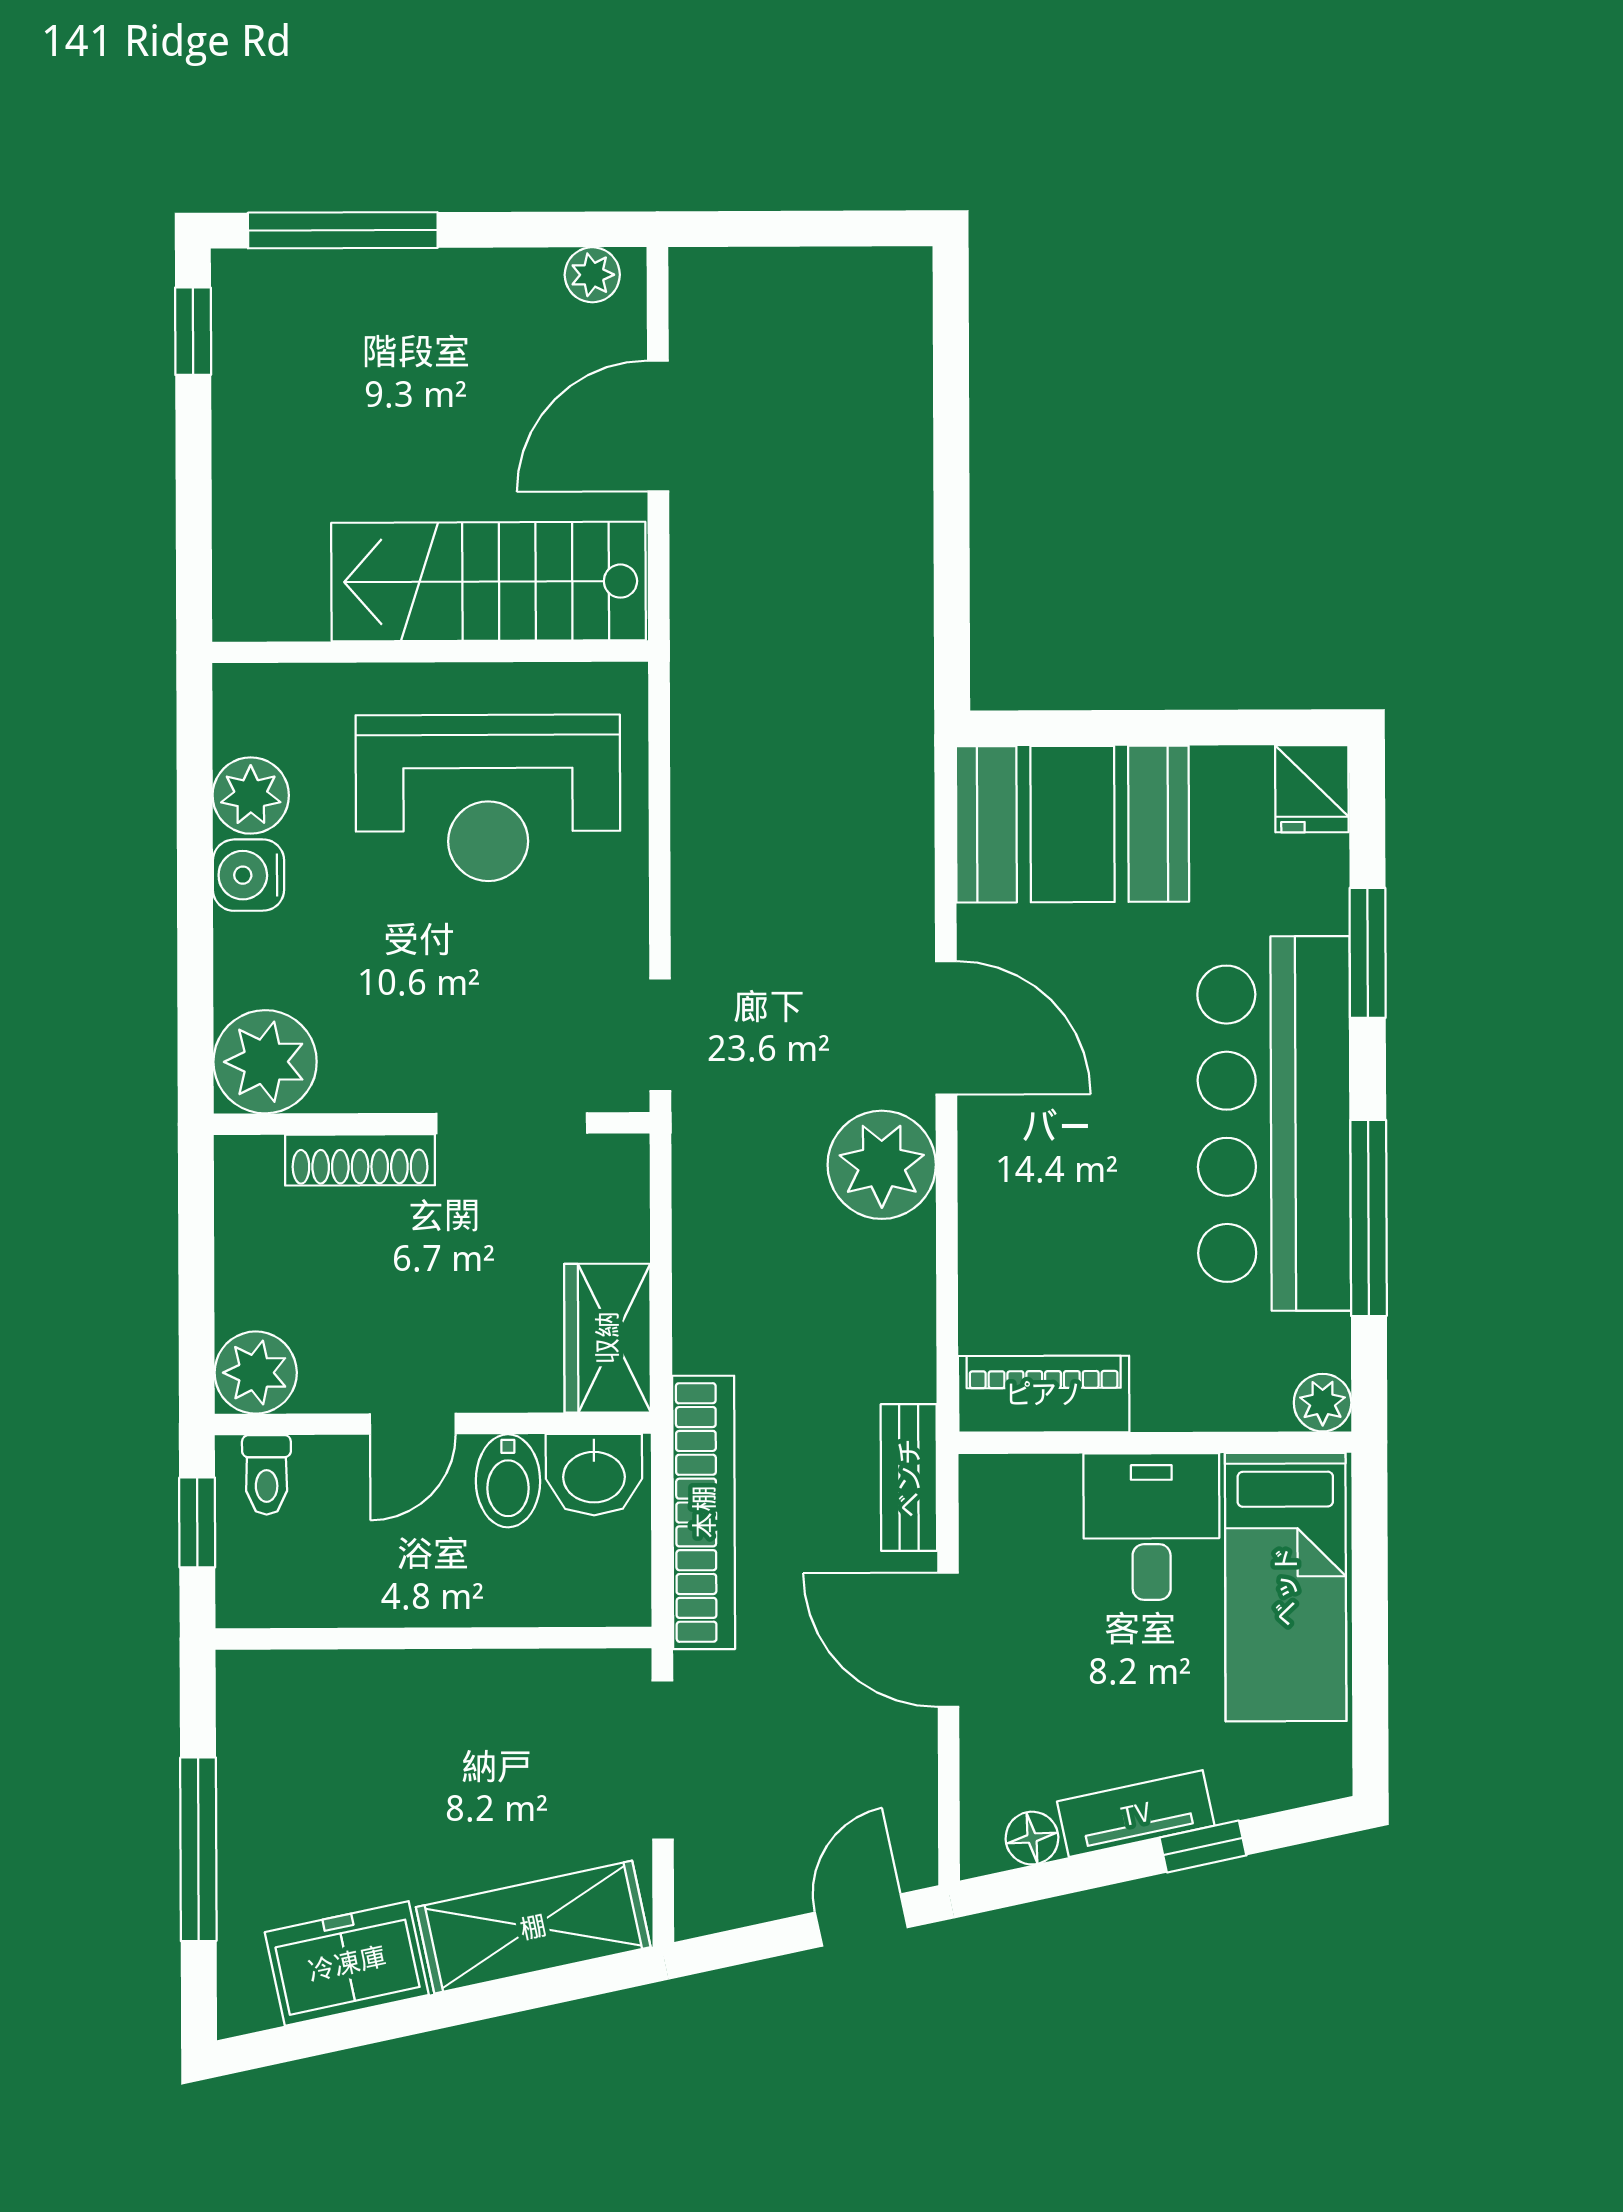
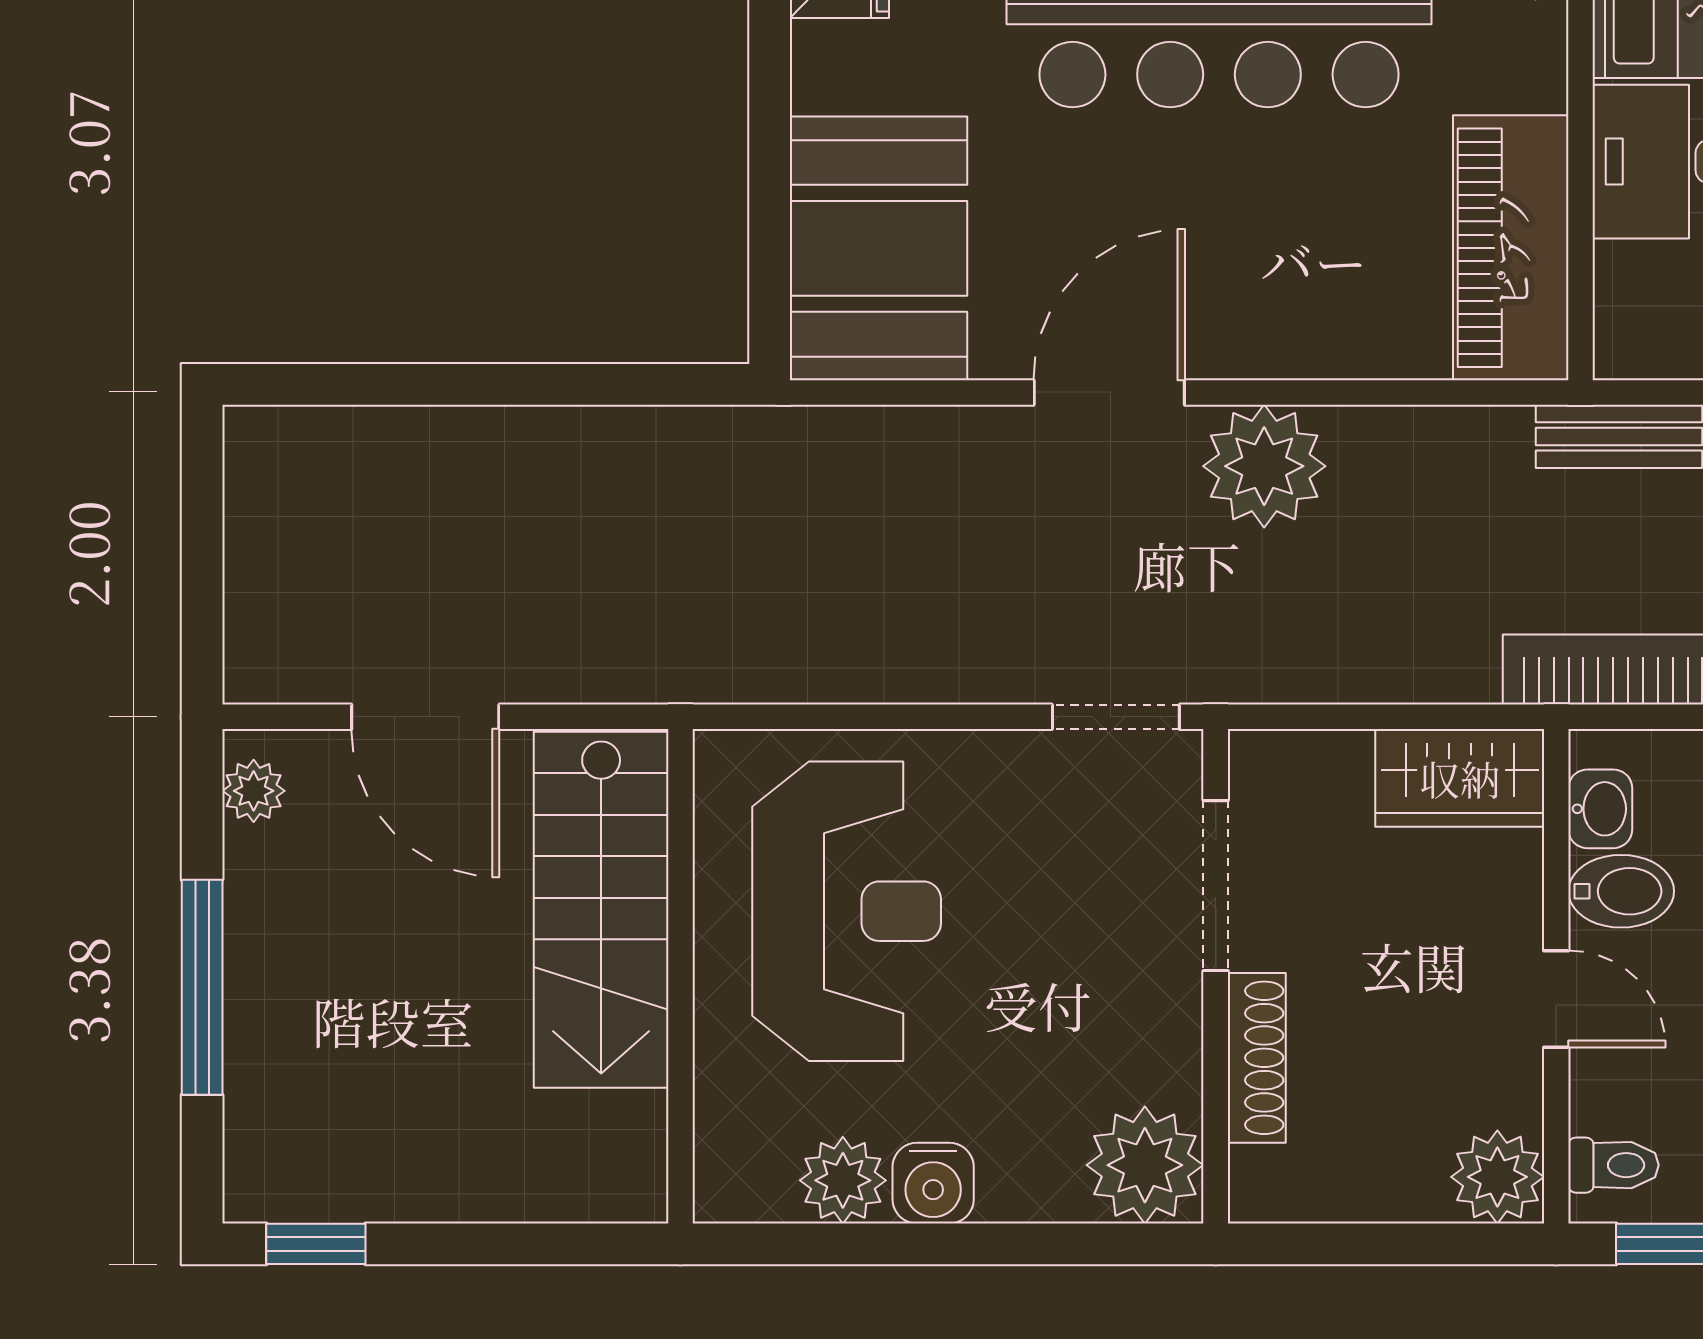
window: (343, 230) -> (202, 987), moved
piano: (1044, 1394) -> (1511, 248), width x1.37, depth x1.33
washbasin: (594, 1475) -> (1600, 809), width x0.72, depth x0.69

